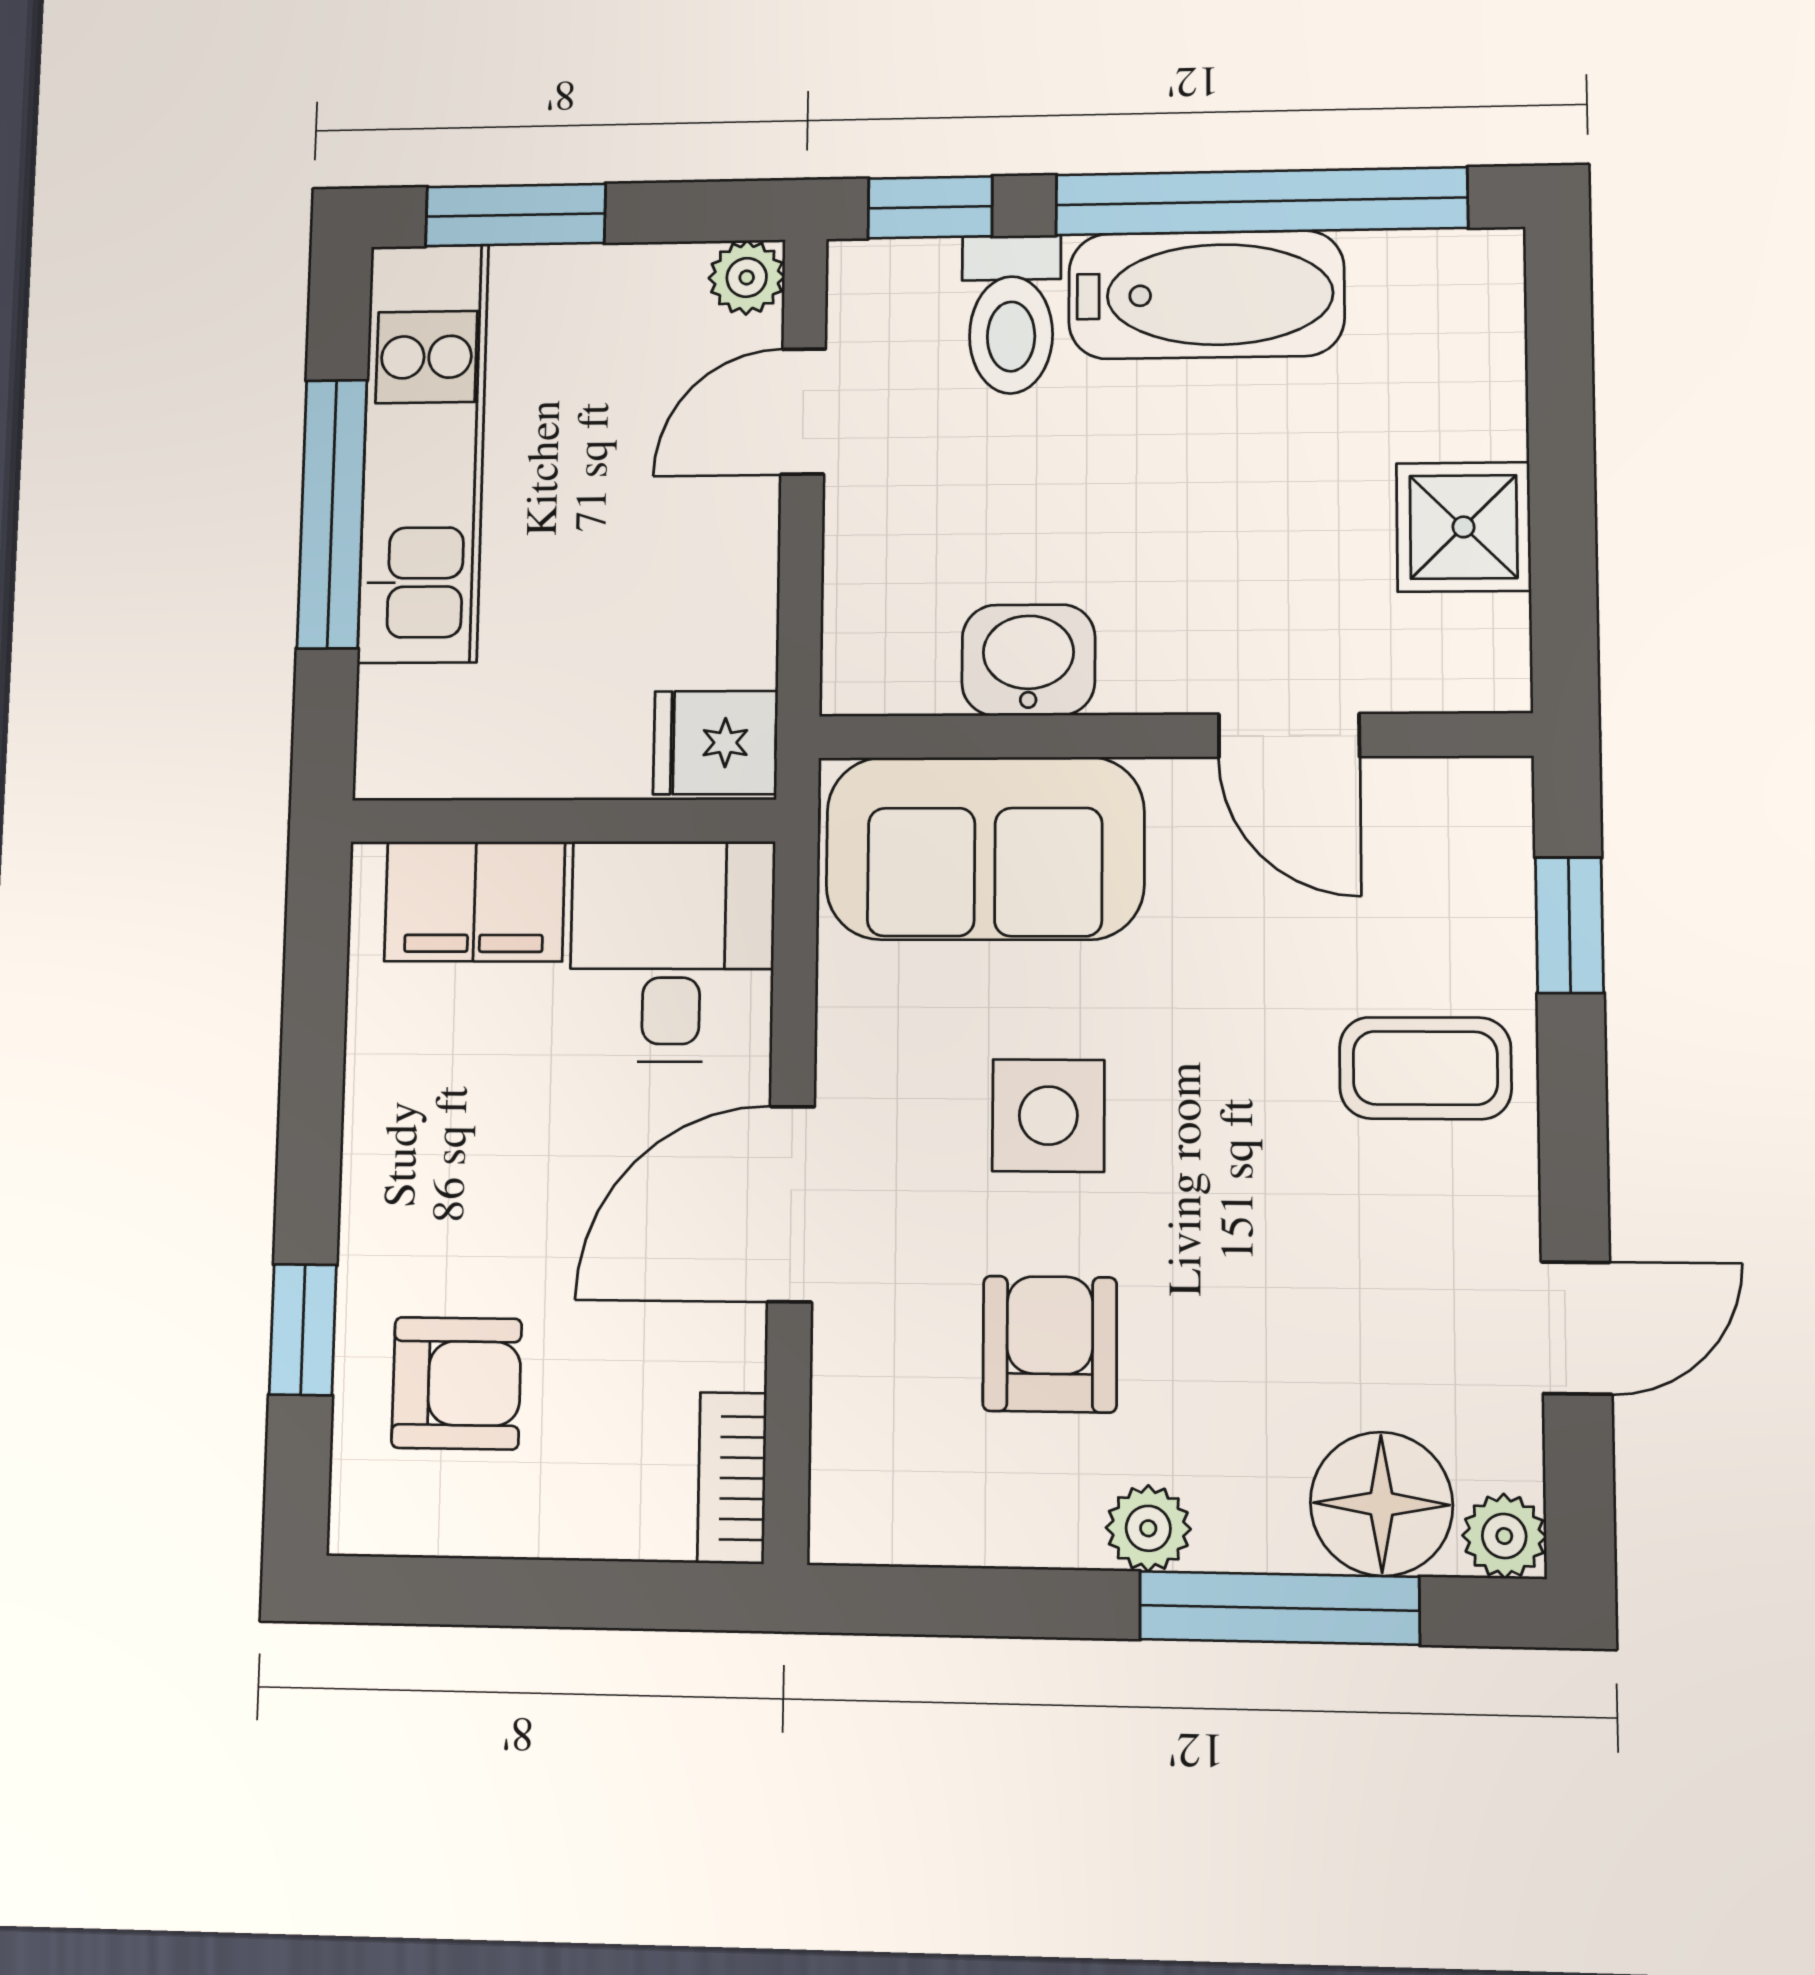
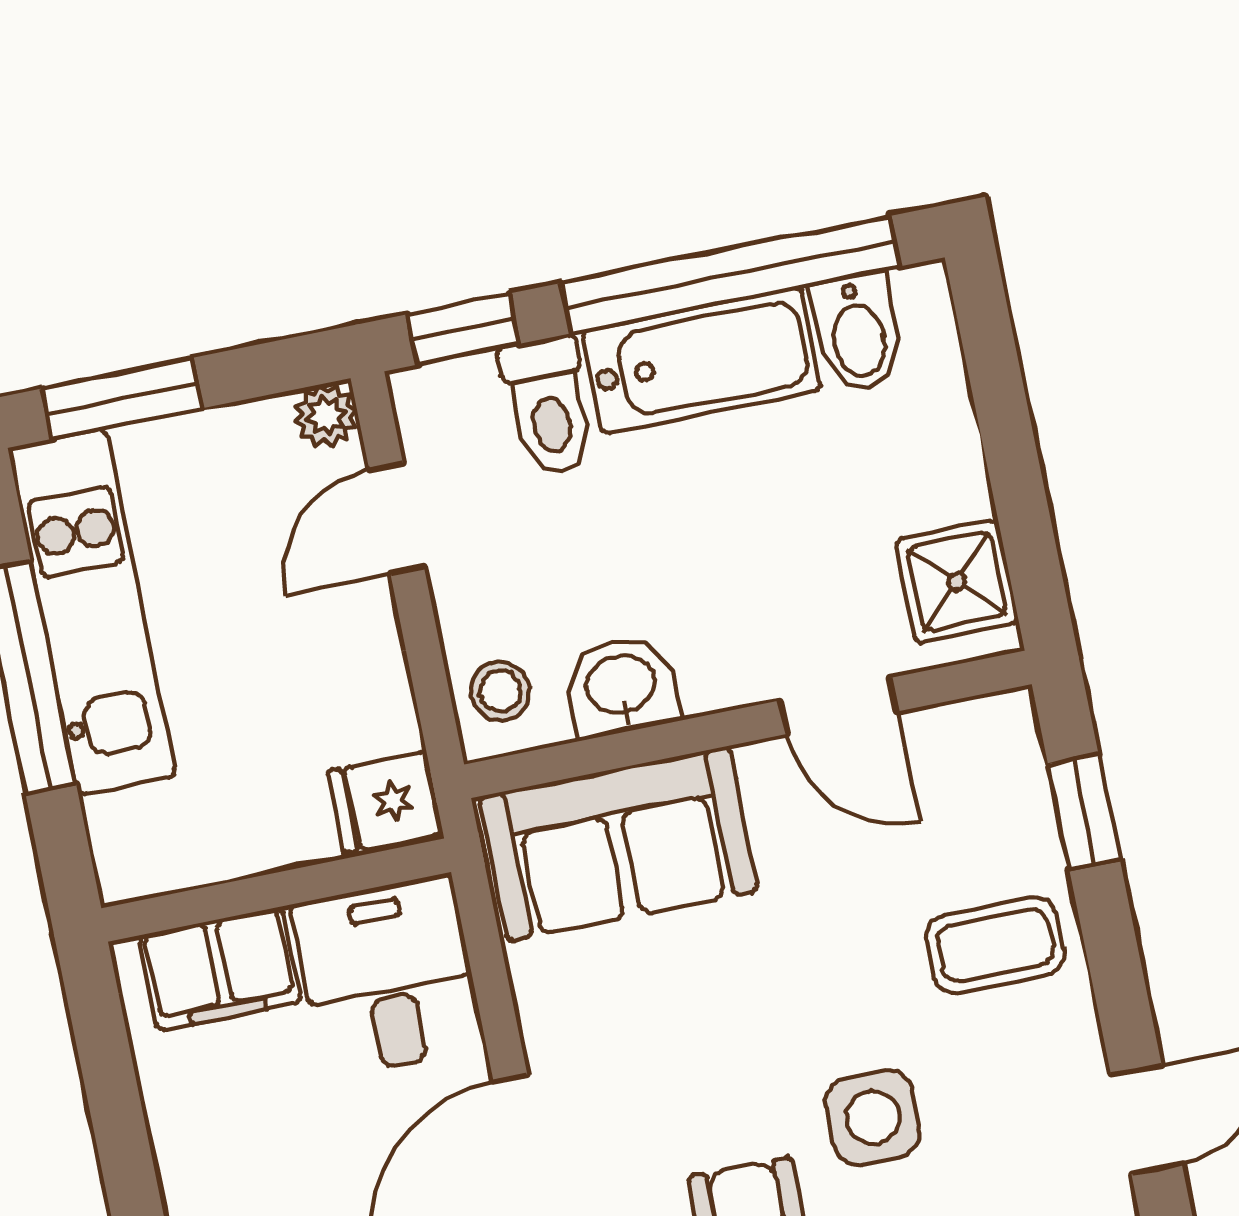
bidet: (1401, 296) -> (858, 333), added
shower: (1464, 527) -> (957, 581), moved
stool: (882, 637) -> (500, 691), added
side table: (1048, 1116) -> (873, 1117), moved

